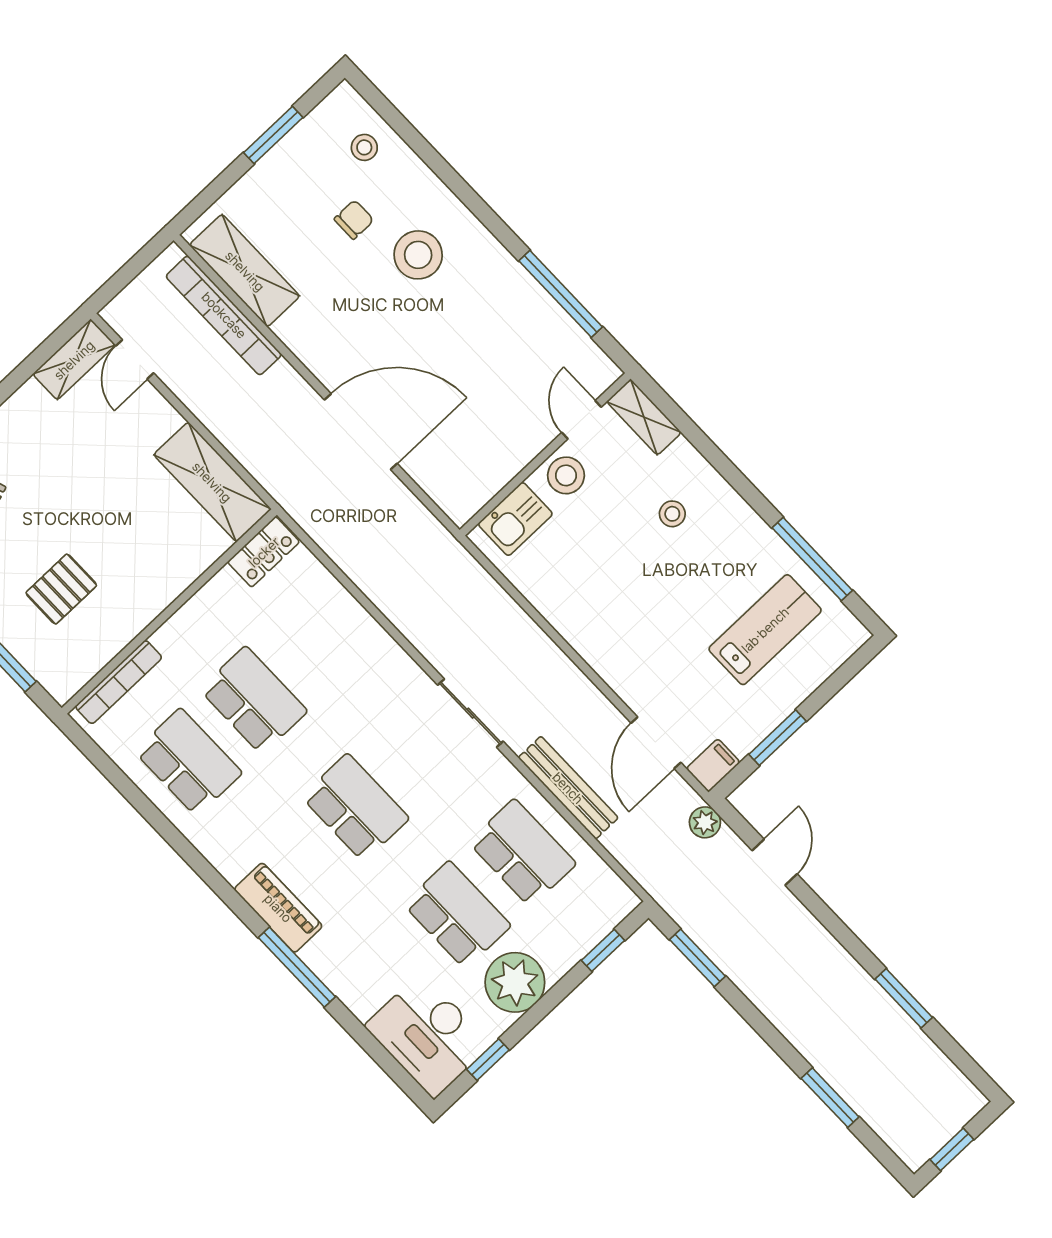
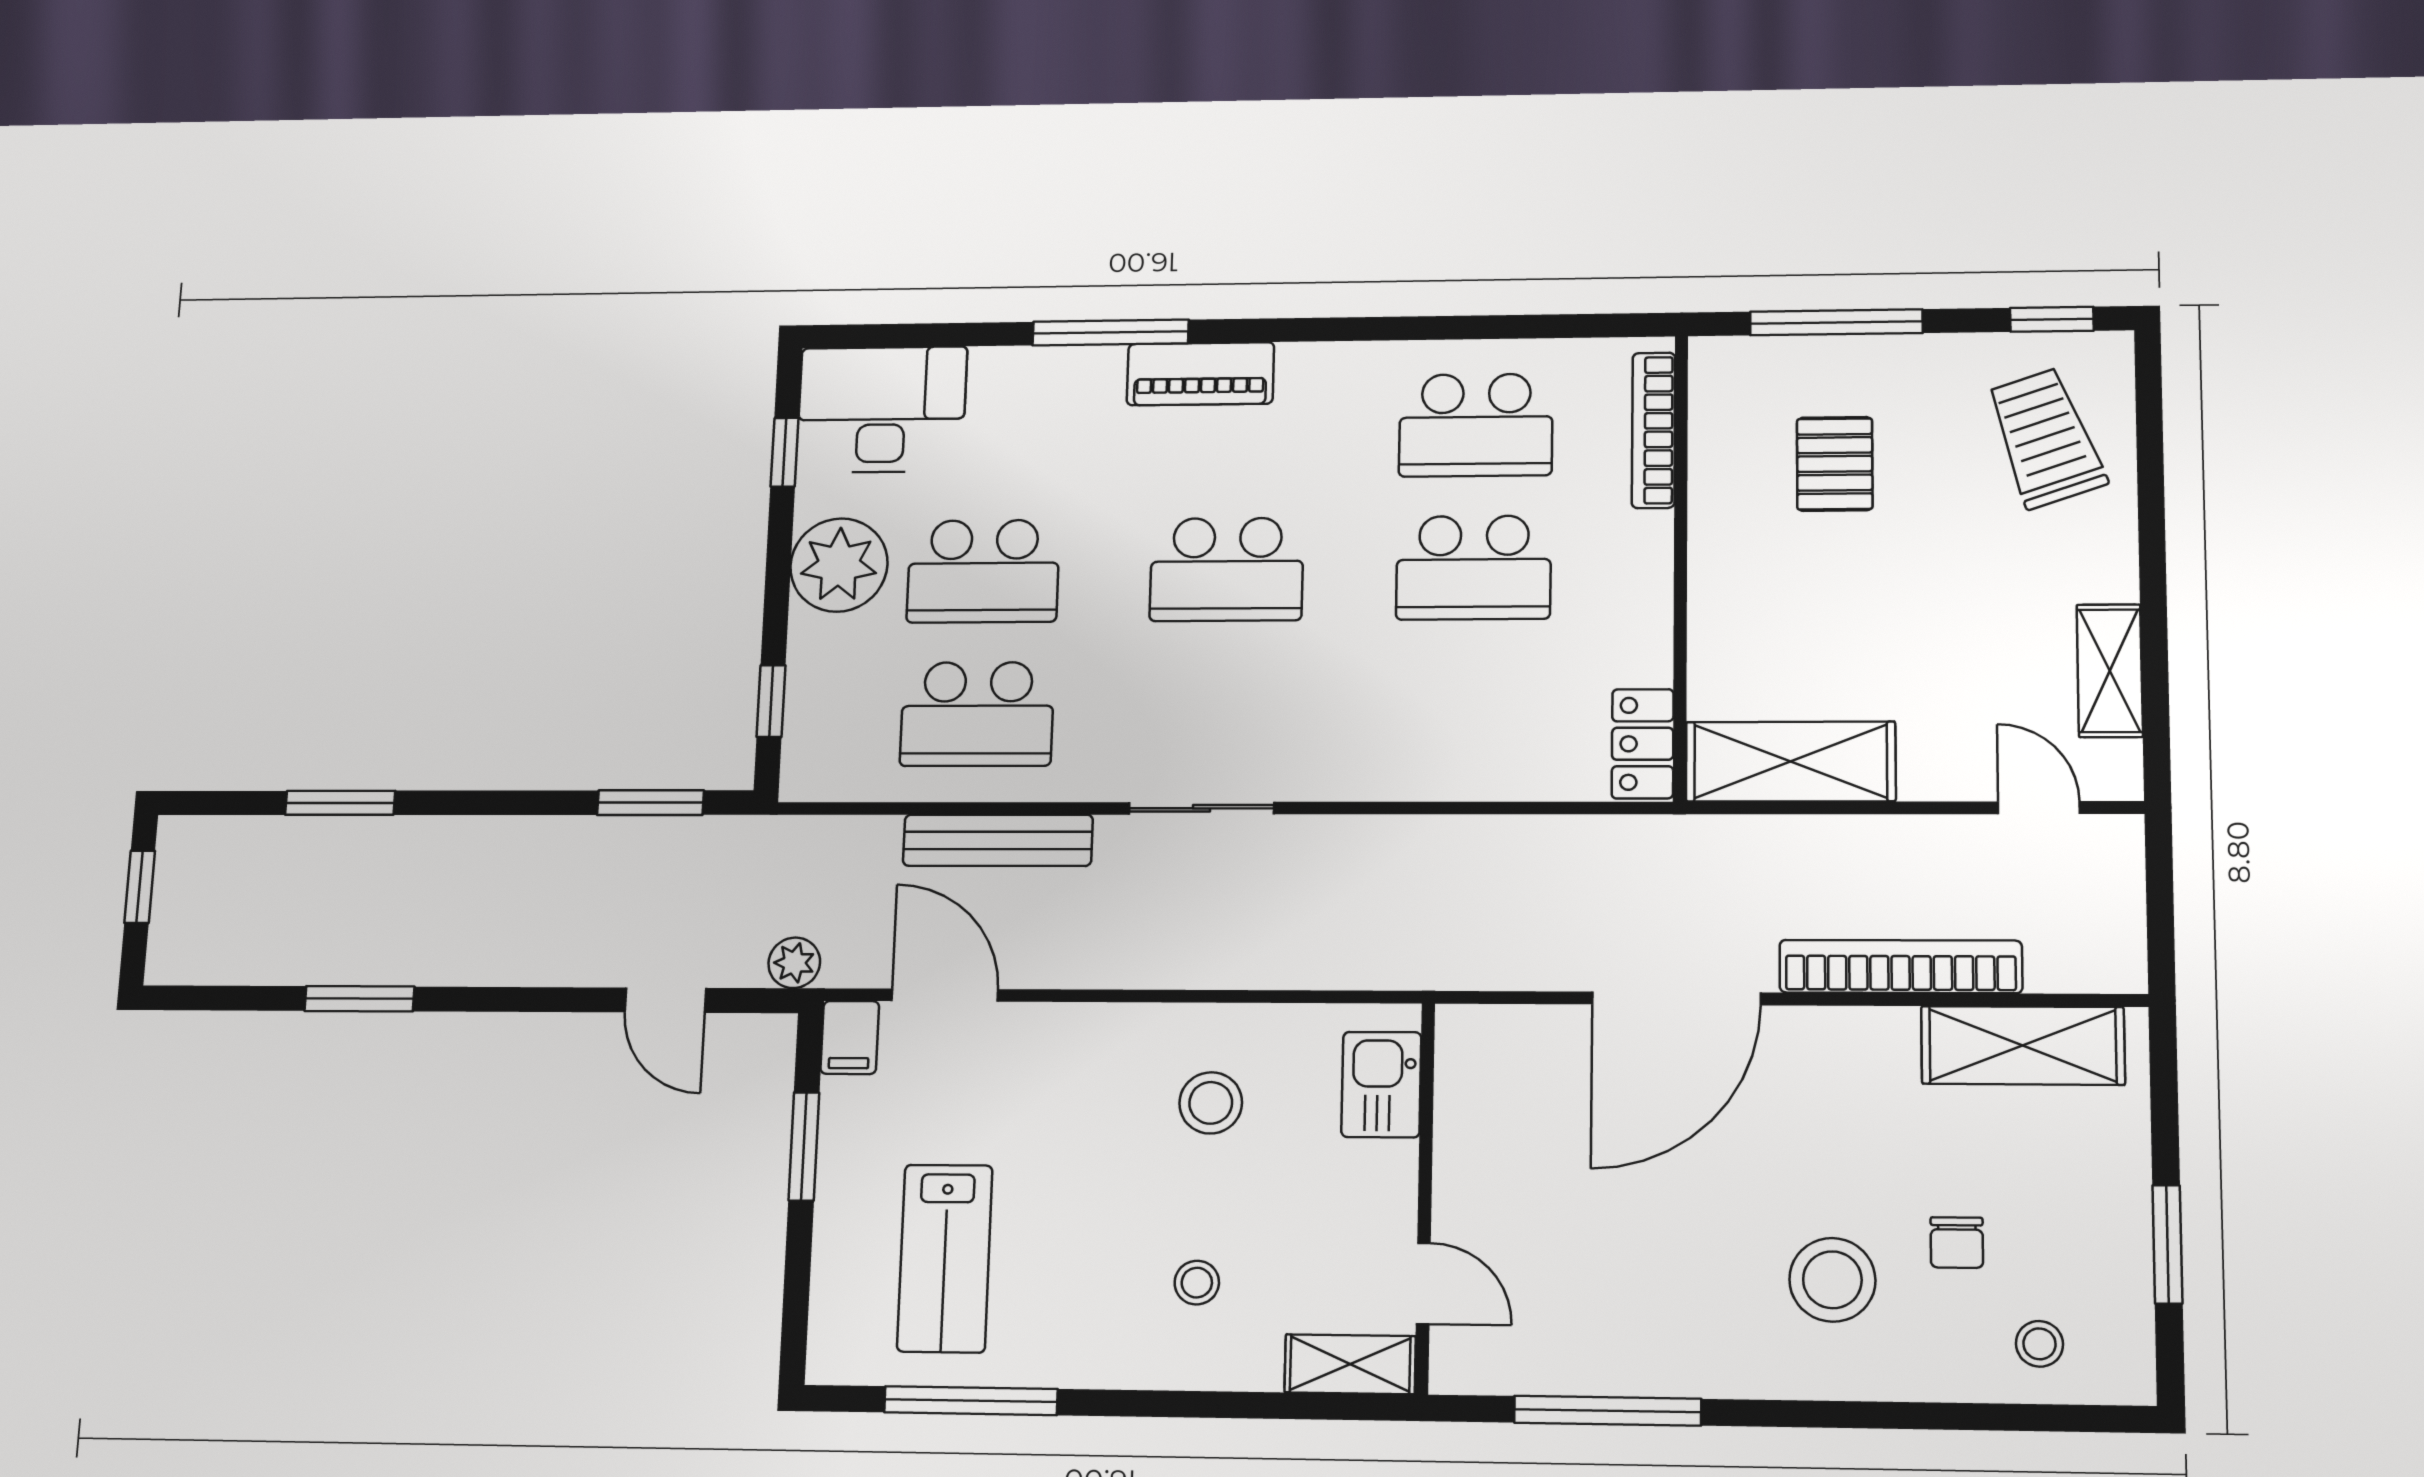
bookcase: (224, 315) -> (1901, 967), moved
shelving: (74, 360) -> (2110, 671), moved
stool: (566, 475) -> (1211, 1103), moved

